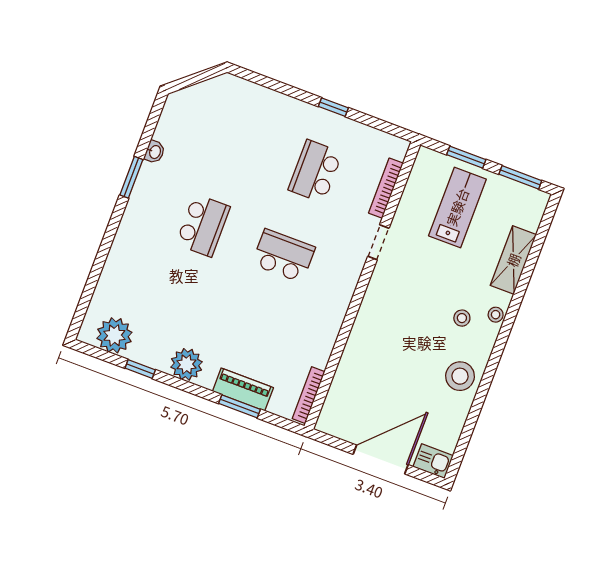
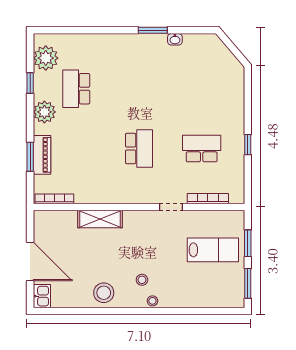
school desk: (203, 225) -> (76, 89), moved, turned 90
shelving: (513, 260) -> (100, 219), moved

